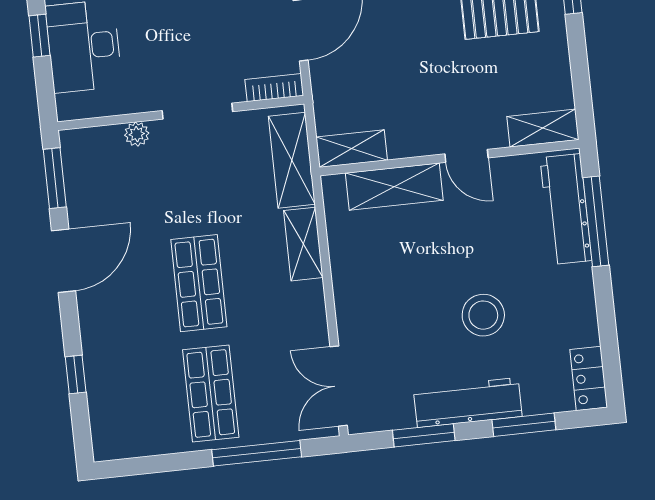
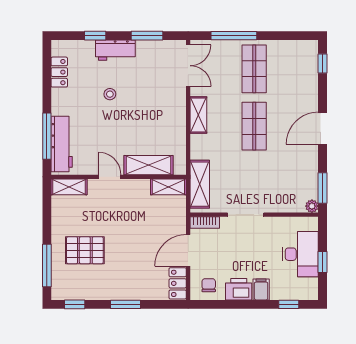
plant: (137, 134) -> (312, 206), moved
shelving: (303, 244) -> (198, 115), moved
door: (64, 261) -> (323, 128), moved
stool: (483, 315) -> (110, 94), width x0.53, depth x0.53
window: (76, 374) -> (323, 64), moved
locker: (589, 378) -> (59, 72), moved
workbench: (468, 403) -> (115, 50), width x0.73
window: (524, 425) -> (95, 36), width x0.67

